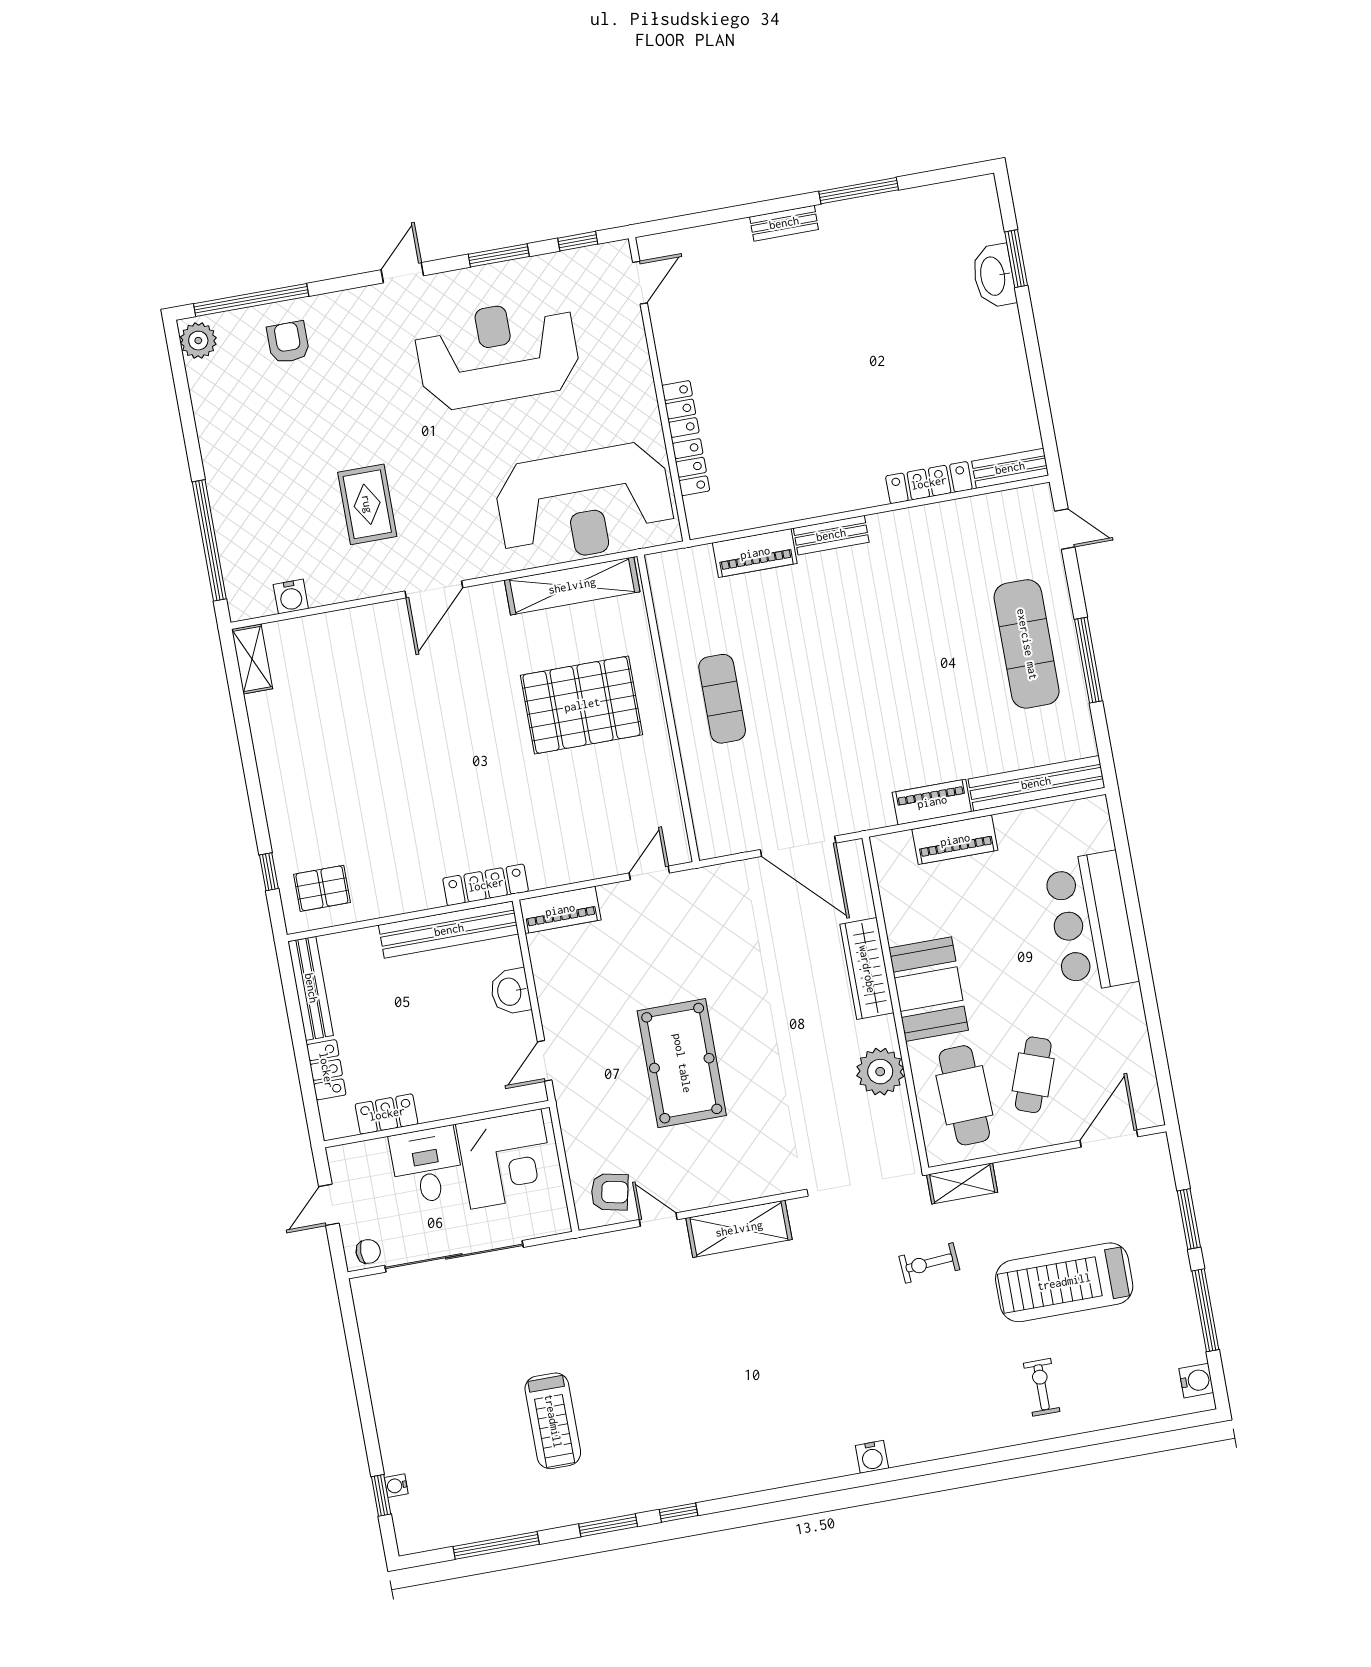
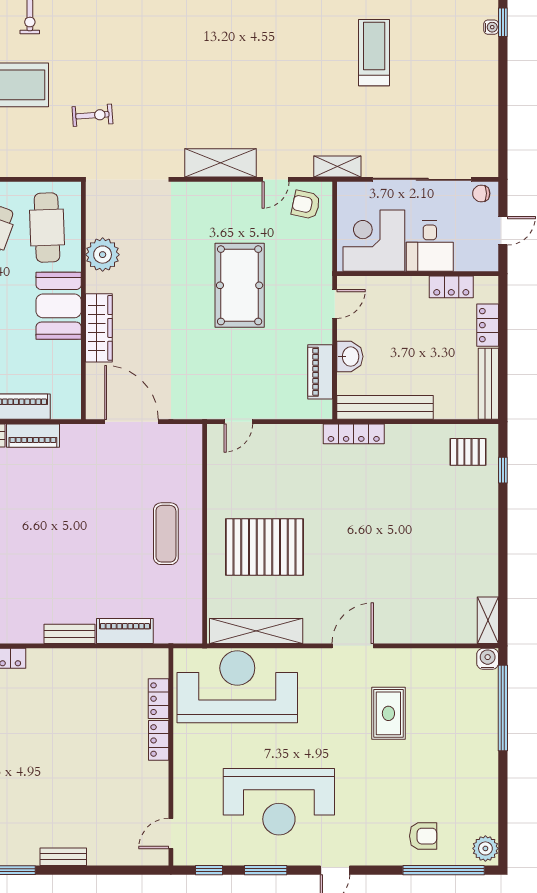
armchair: (288, 342) -> (423, 836), turned -90
water cooler: (291, 597) -> (488, 659), moved
piano: (560, 910) -> (320, 372), moved, turned -90
shelving: (962, 1183) -> (337, 167), moved
door: (658, 1220) -> (275, 179), hinge flipped

